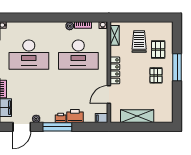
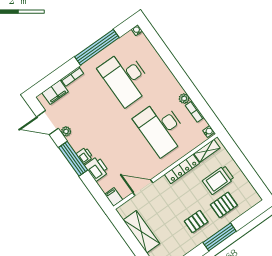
trolley: (139, 41) -> (218, 180), turned 180
locker: (115, 70) -> (182, 169), moved

